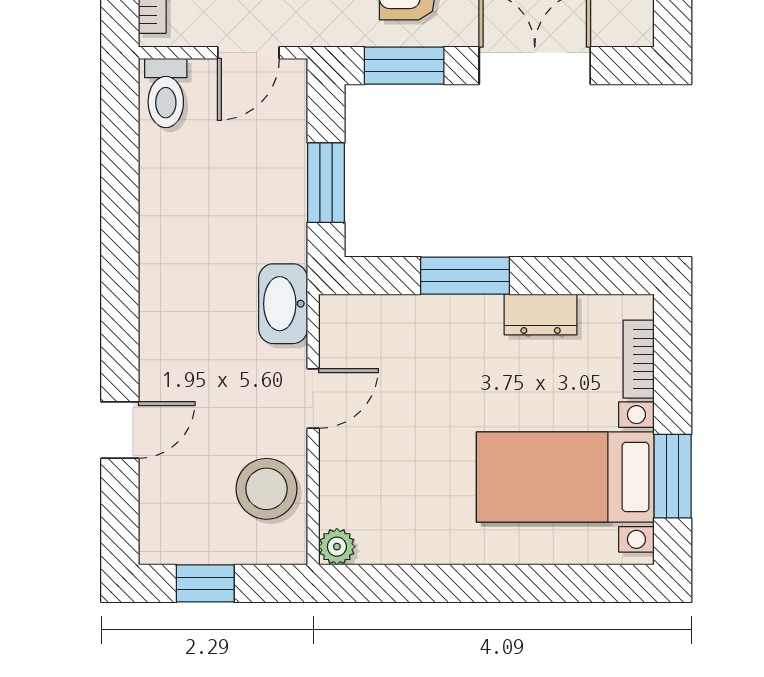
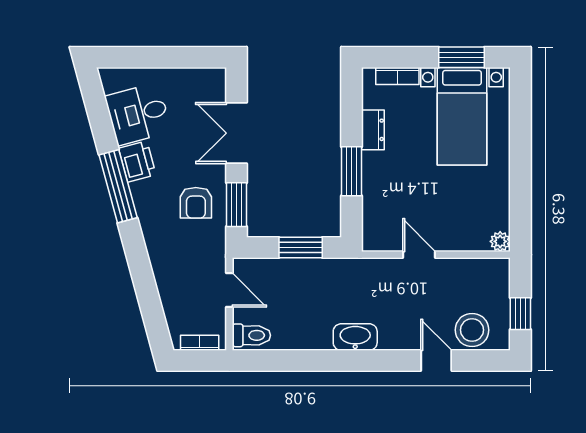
washbasin: (283, 304) -> (355, 337), moved, turned 180
stool: (266, 489) -> (472, 330), moved

